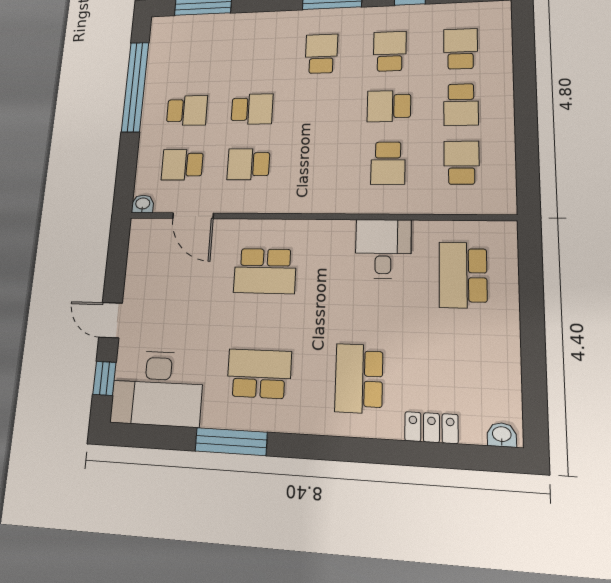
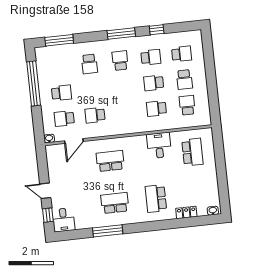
school desk: (460, 49) -> (182, 54), turned 90
school desk: (390, 51) -> (151, 57), turned 90
school desk: (252, 109) -> (89, 64), moved, turned 90
school desk: (388, 163) -> (156, 109), turned 90
door: (193, 216) -> (74, 141), hinge flipped
school desk: (265, 271) -> (110, 161), turned 180
school desk: (463, 275) -> (192, 152), turned 180
desk: (157, 388) -> (63, 220), width x0.53, depth x0.77

